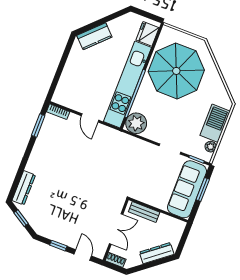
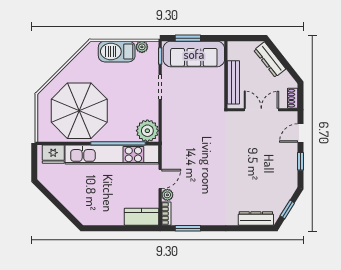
kitchen counter: (94, 36) -> (141, 217), moved, turned -45
plant: (74, 119) -> (167, 195), added
bench: (144, 212) -> (233, 82), width x1.36

